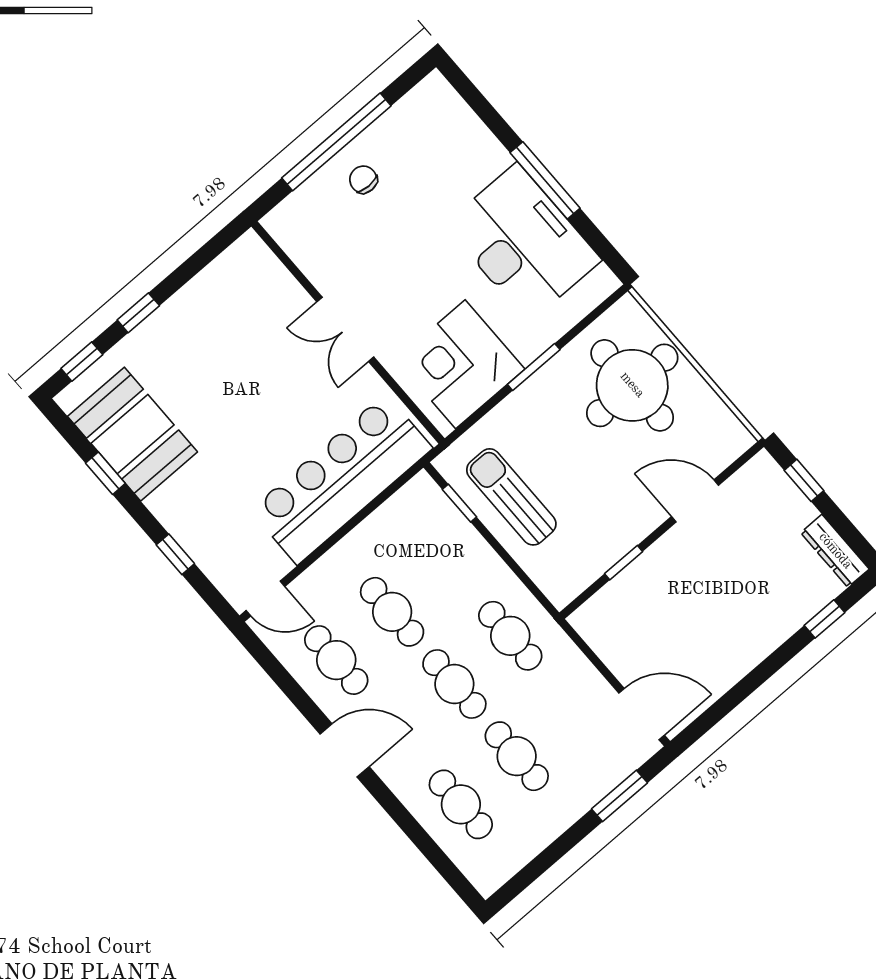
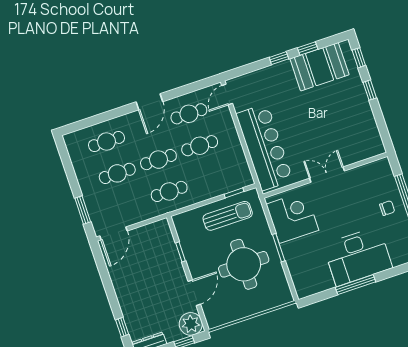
desk: (523, 243) -> (358, 256), moved
round table: (632, 385) -> (244, 264), moved
plant: (761, 482) -> (191, 324), added
window: (175, 554) -> (279, 58), moved

